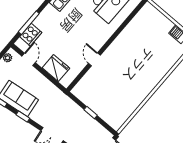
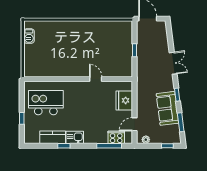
door: (94, 59) -> (96, 79), swing flipped

